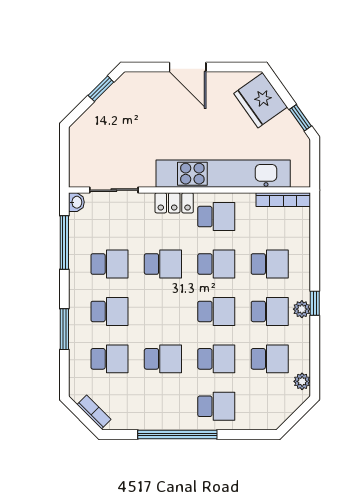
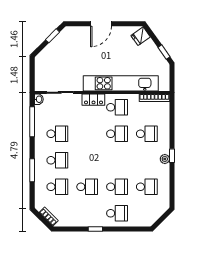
door: (188, 67) -> (101, 24), hinge flipped
fridge: (261, 100) -> (141, 36), width x0.53, depth x0.75
school desk: (163, 264) -> (87, 134), removed
school desk: (216, 311) -> (117, 160), removed
school desk: (270, 311) -> (147, 160), removed
plant: (302, 381) -> (165, 199), removed
window: (177, 435) -> (95, 229), width x0.32

